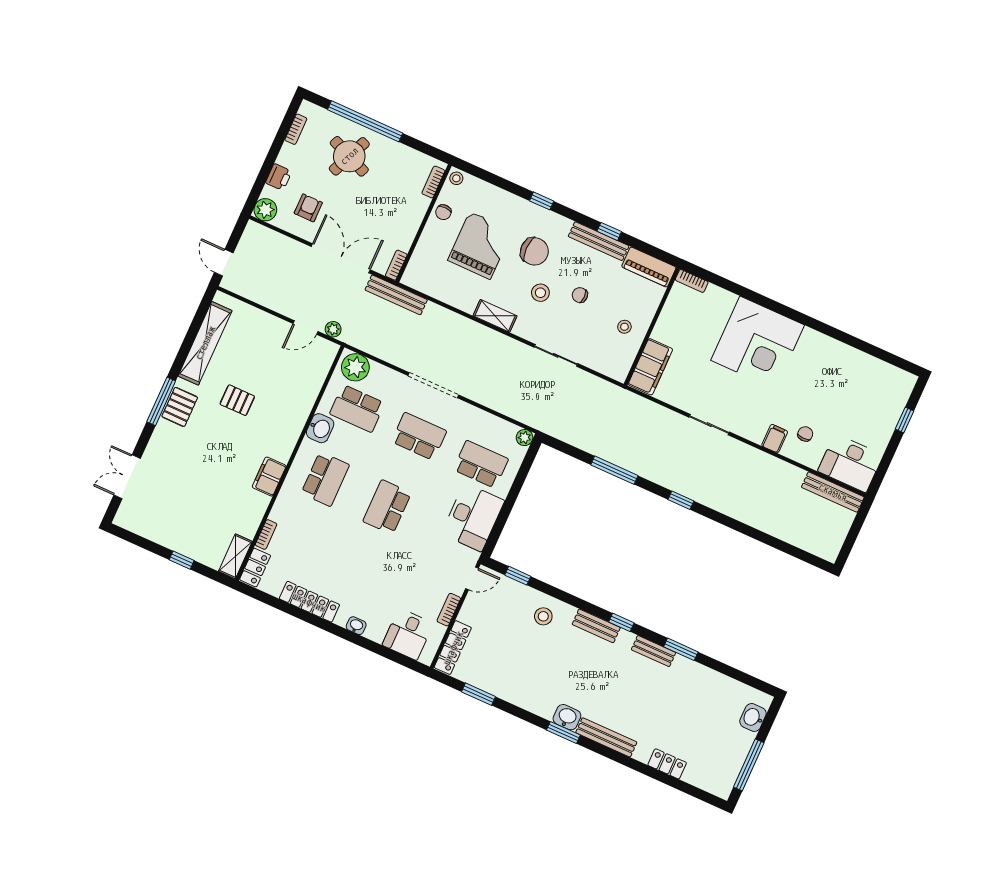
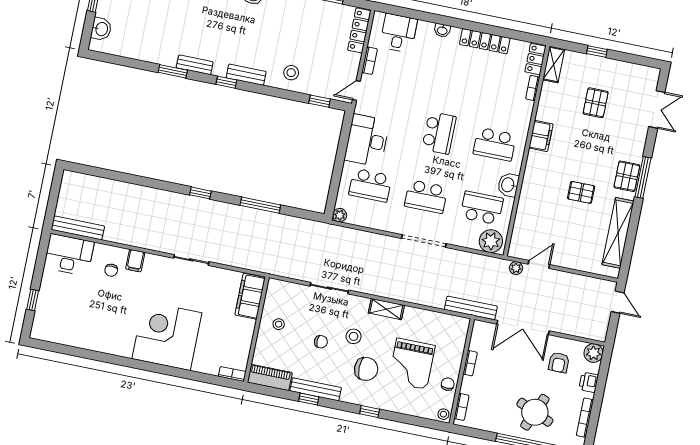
bookcase: (296, 129) -> (585, 418), width x1.56
chair: (534, 251) -> (366, 369), turned 180
bookcase: (396, 265) -> (470, 363), moved
school desk: (325, 479) -> (495, 144), turned -90
pallet: (197, 501) -> (596, 103), added

